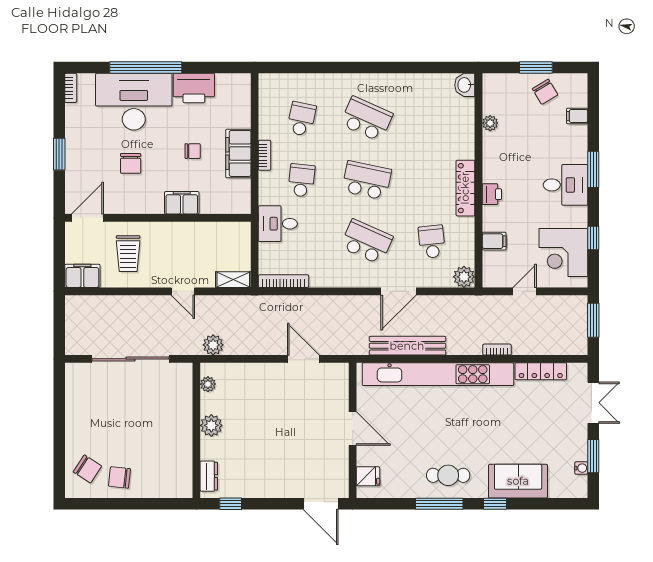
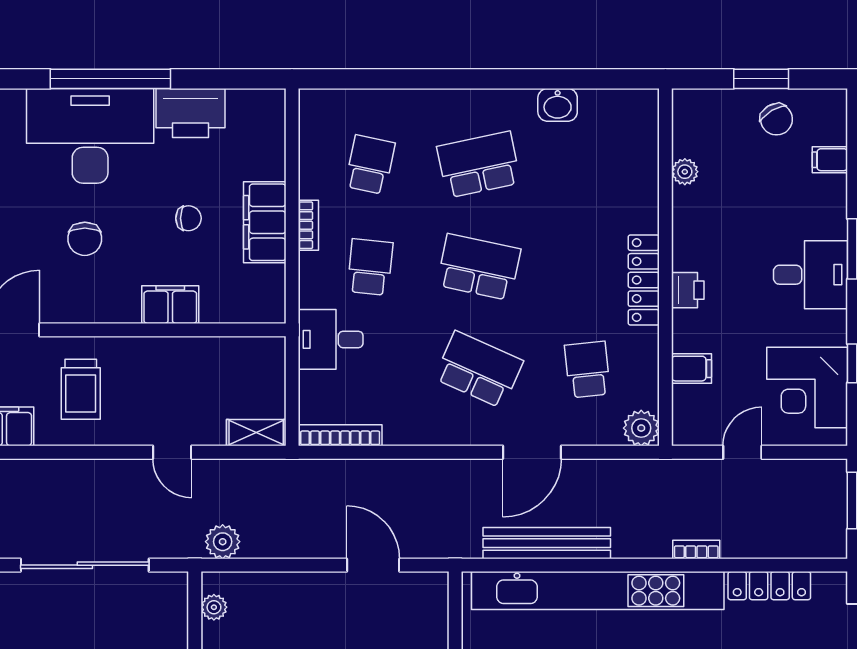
washbasin: (465, 85) -> (558, 105), moved, turned -90
school desk: (367, 119) -> (479, 165), turned -36

